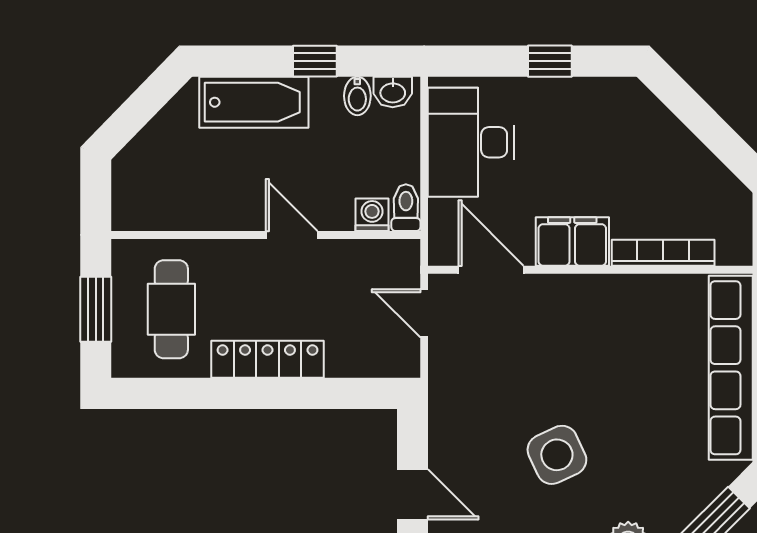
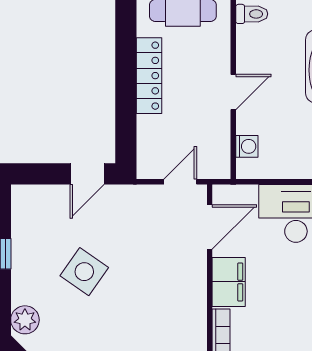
toilet: (406, 208) -> (252, 14), moved
side table: (557, 455) -> (84, 272), turned -30
door: (413, 494) -> (87, 174), moved

